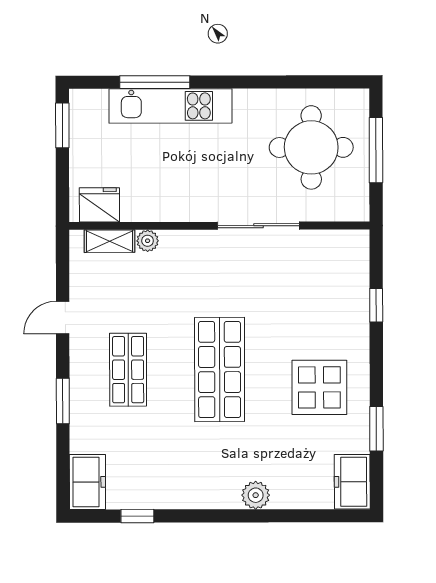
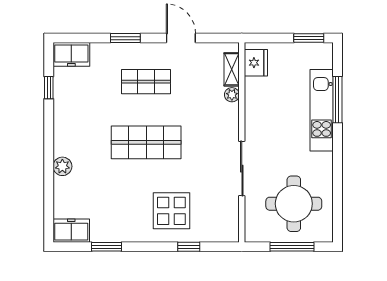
door: (63, 318) -> (181, 38), width x1.37
display table: (319, 387) -> (171, 211), moved

